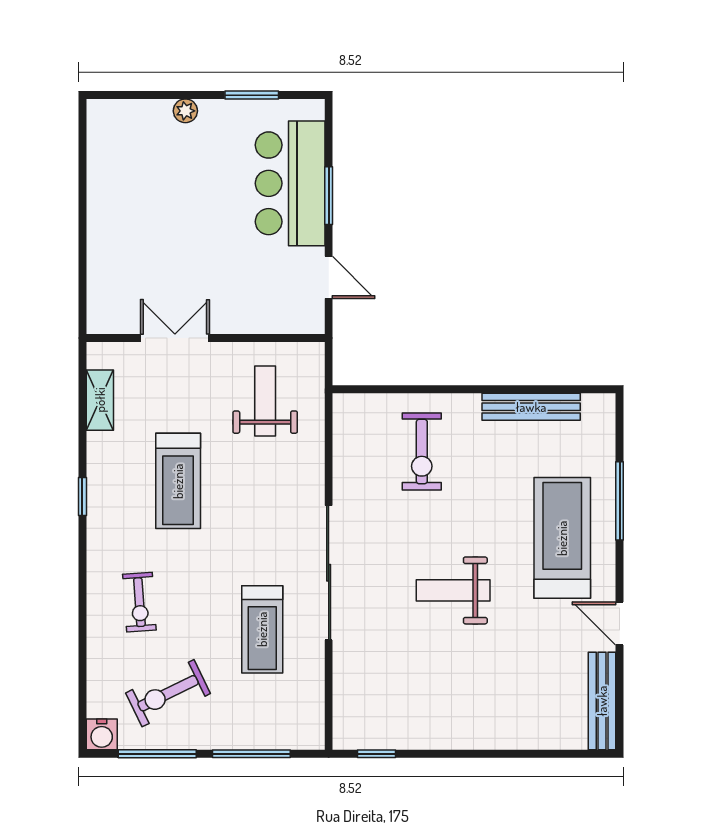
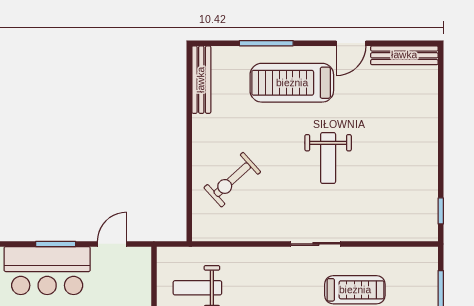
bench: (531, 407) -> (201, 80), moved
exercise bike: (422, 452) -> (232, 180), turned 138
sliding door: (329, 573) -> (316, 244), width x0.54

